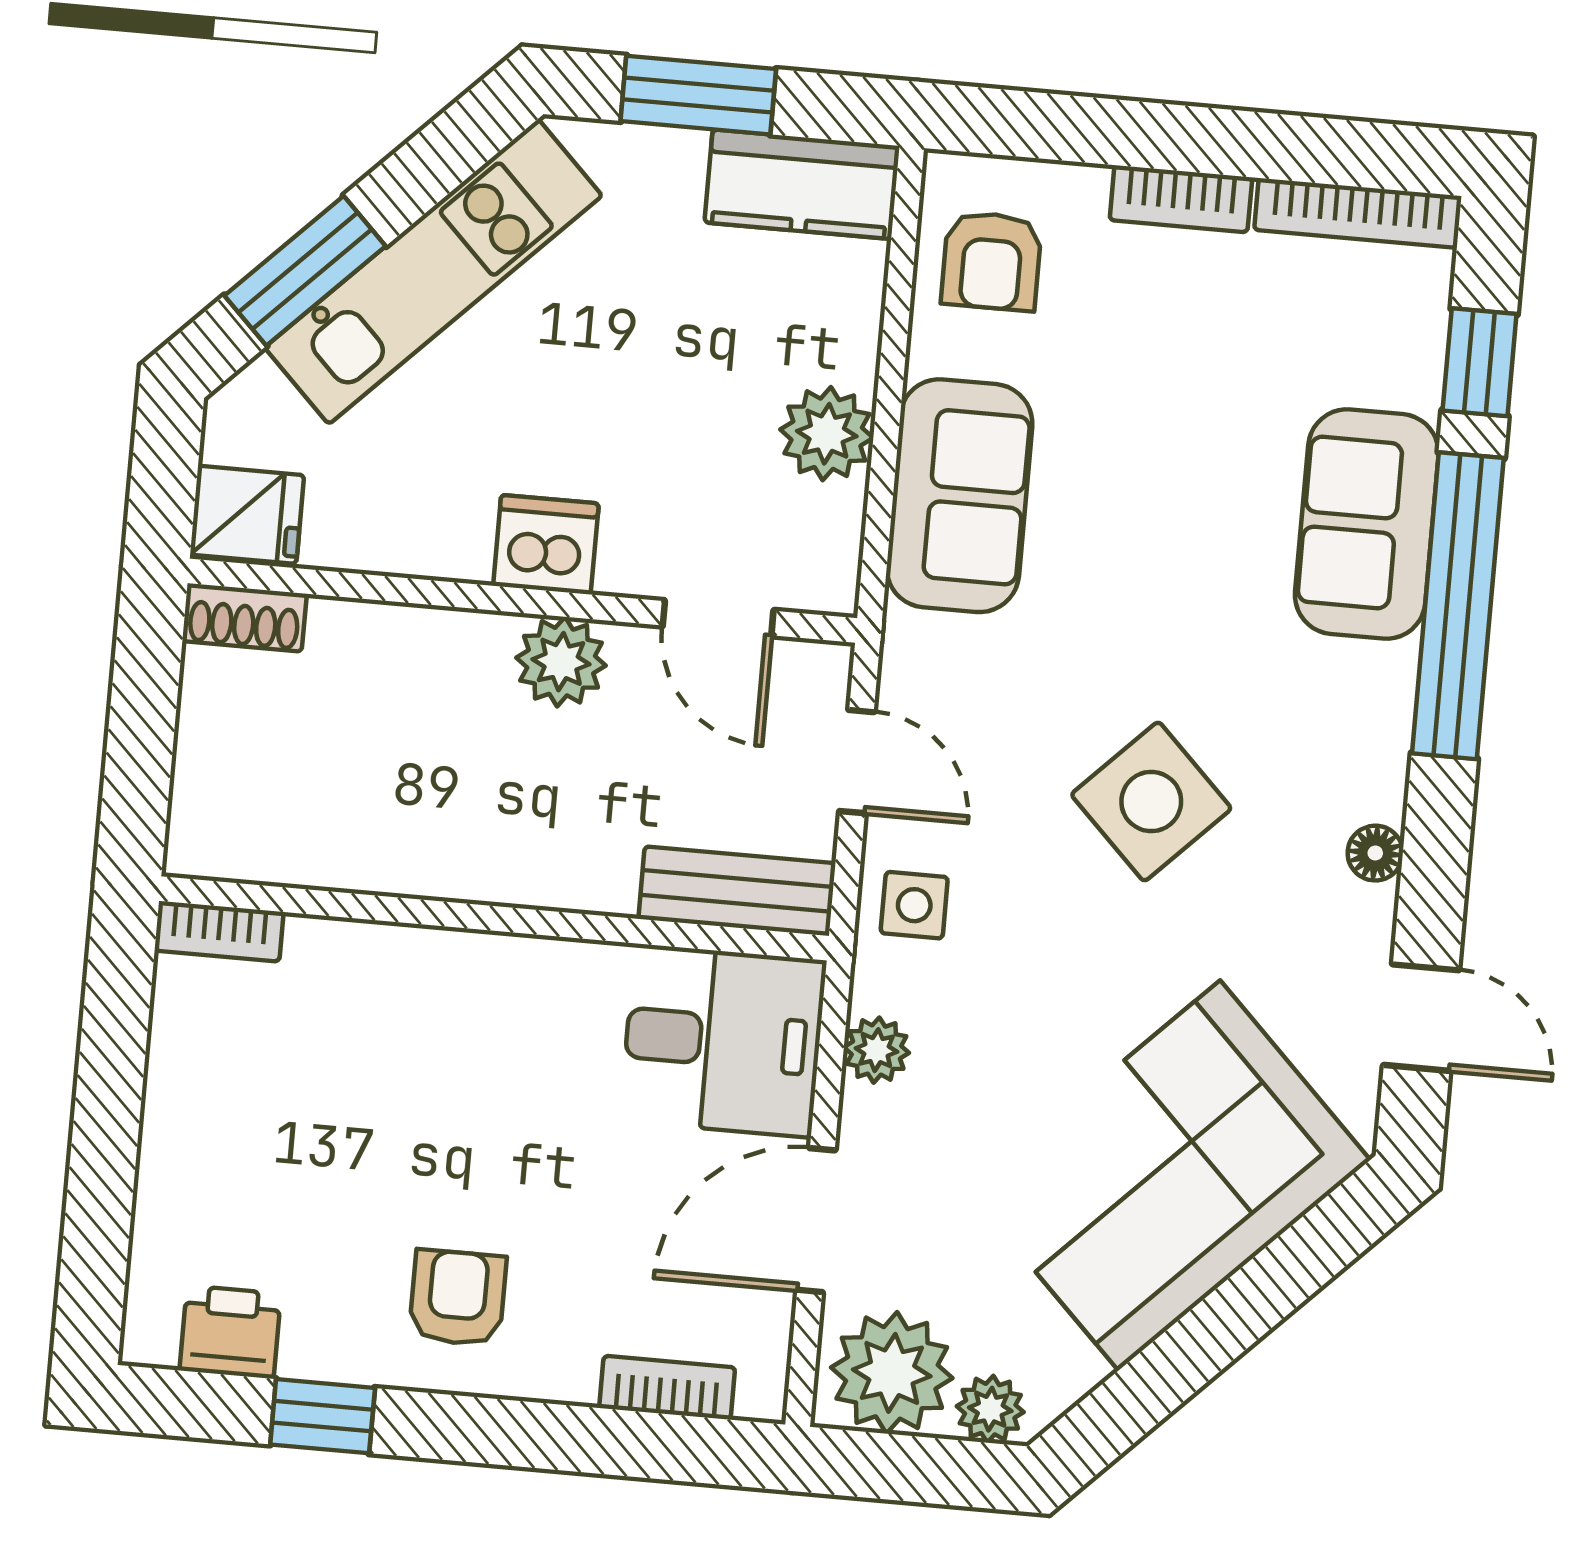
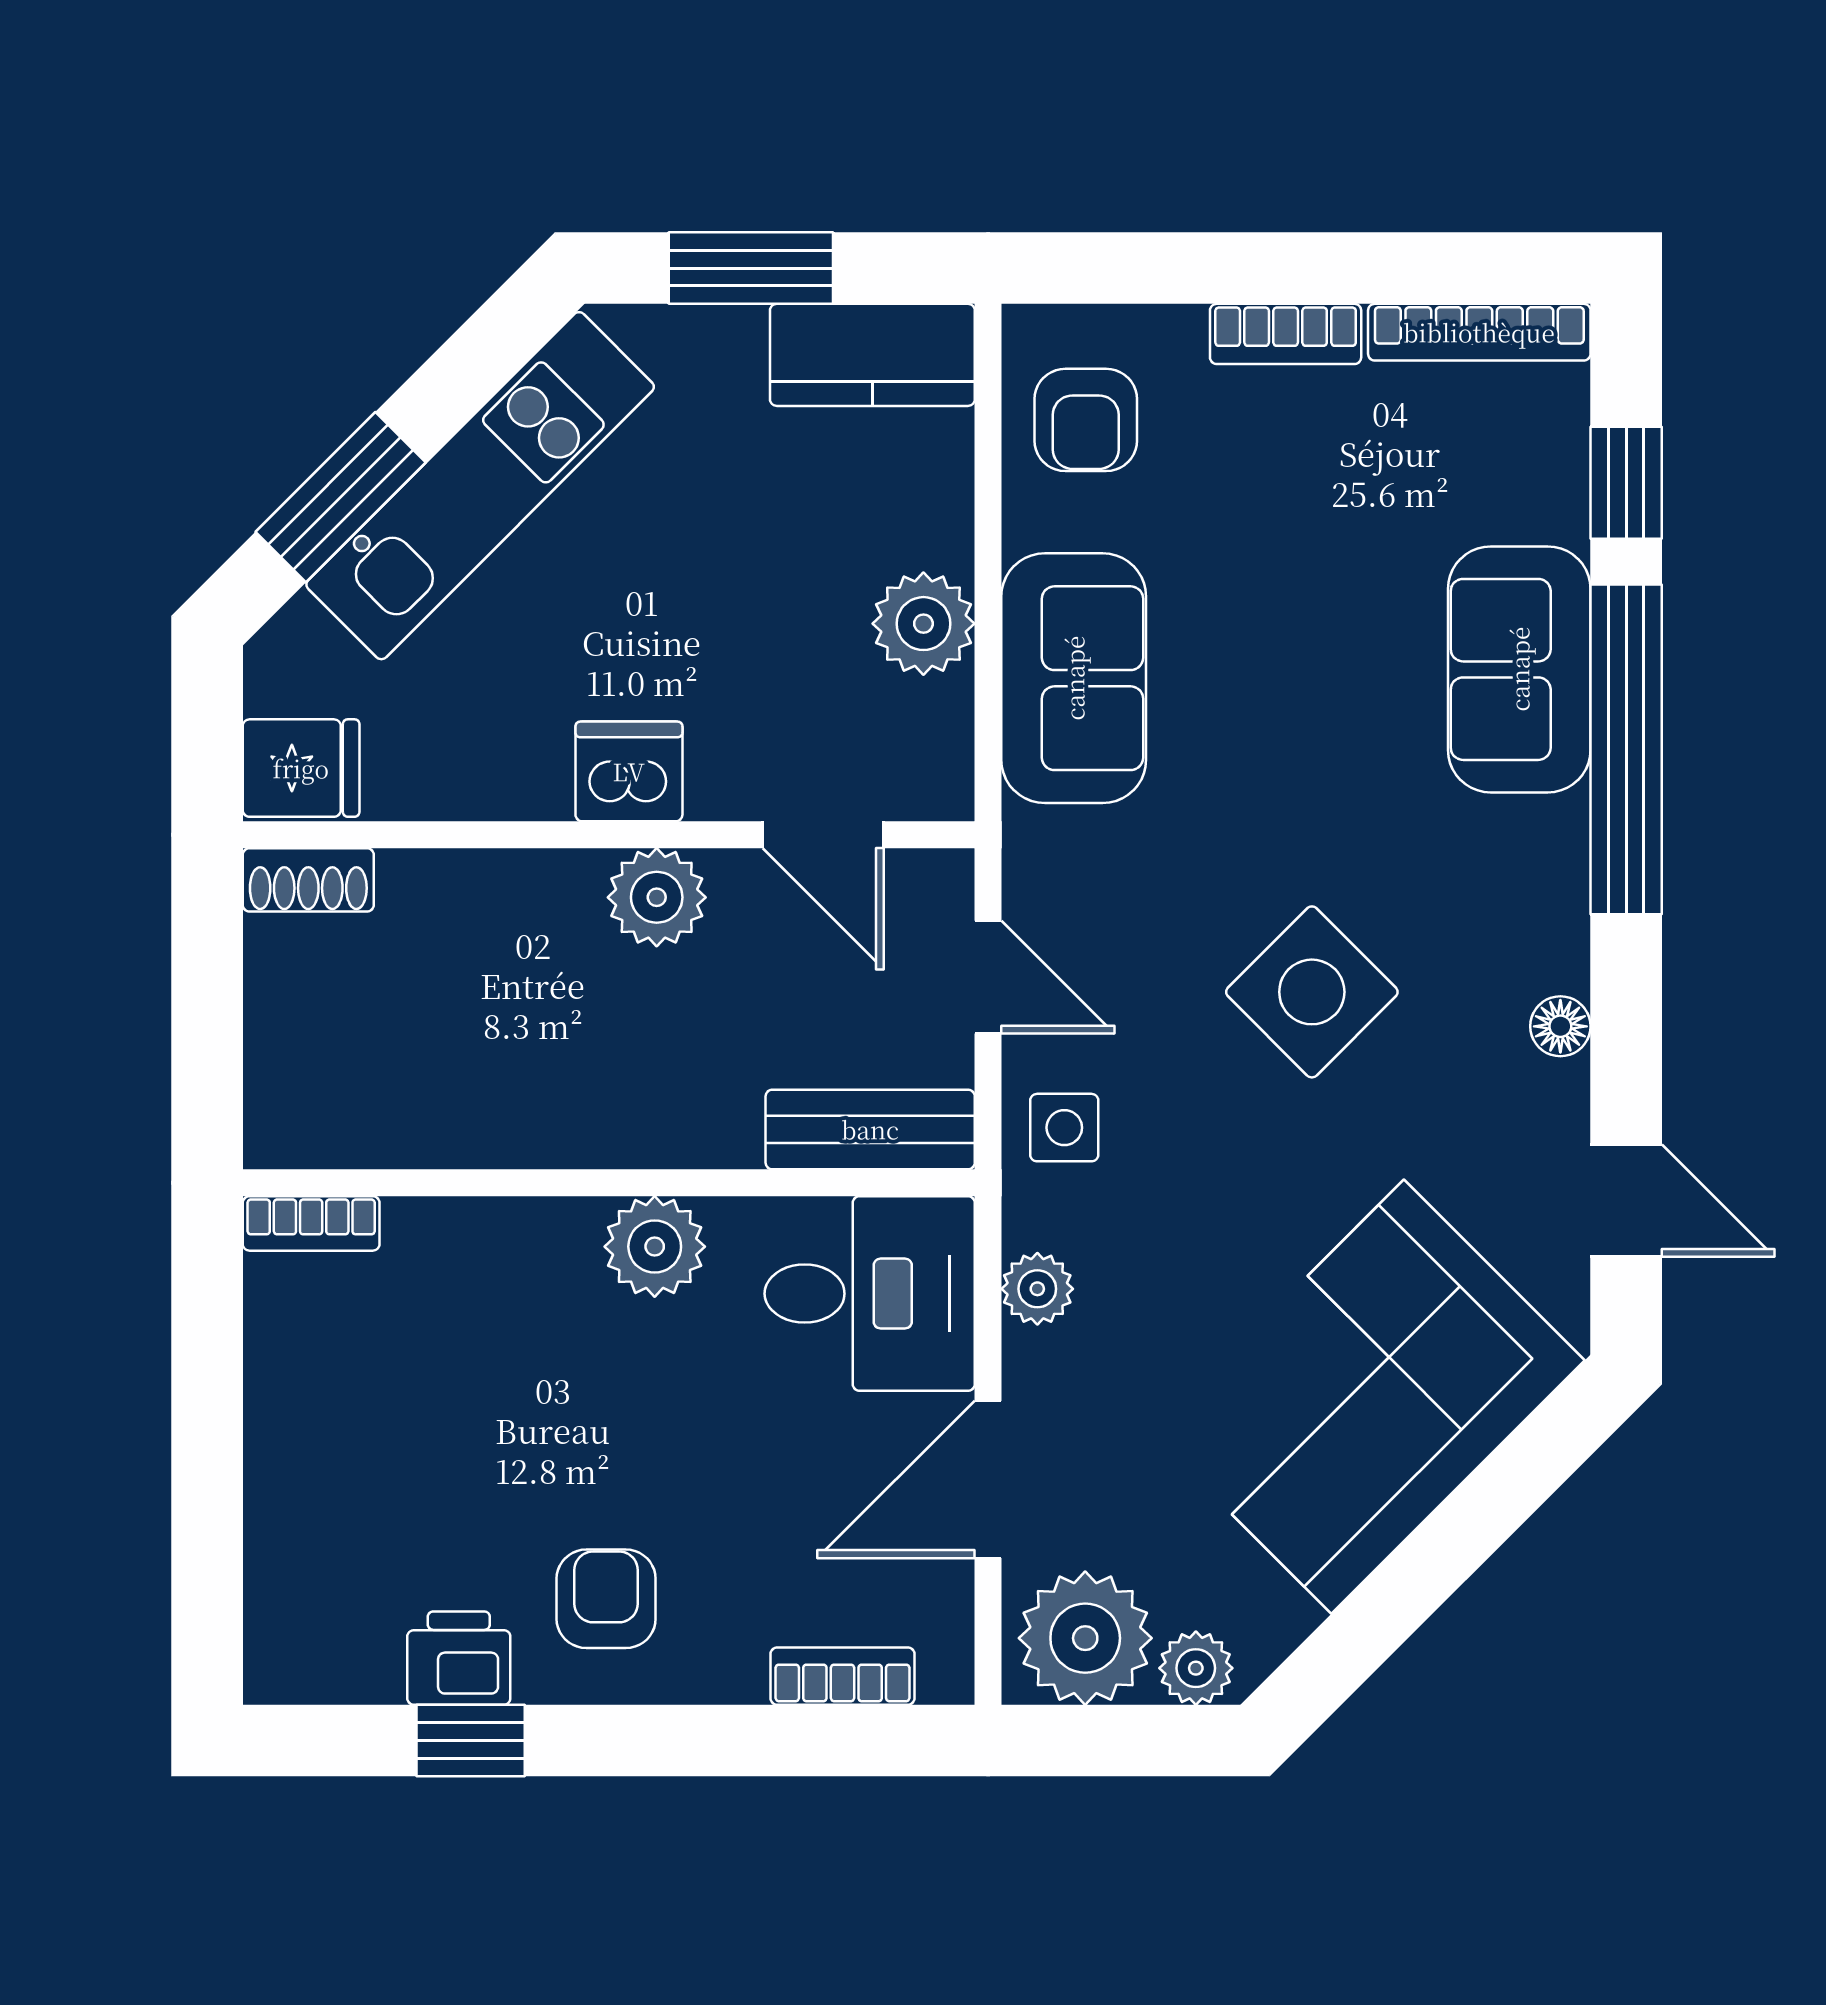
plant: (531, 980) -> (655, 1247), added
printer: (230, 1332) -> (459, 1658), moved

